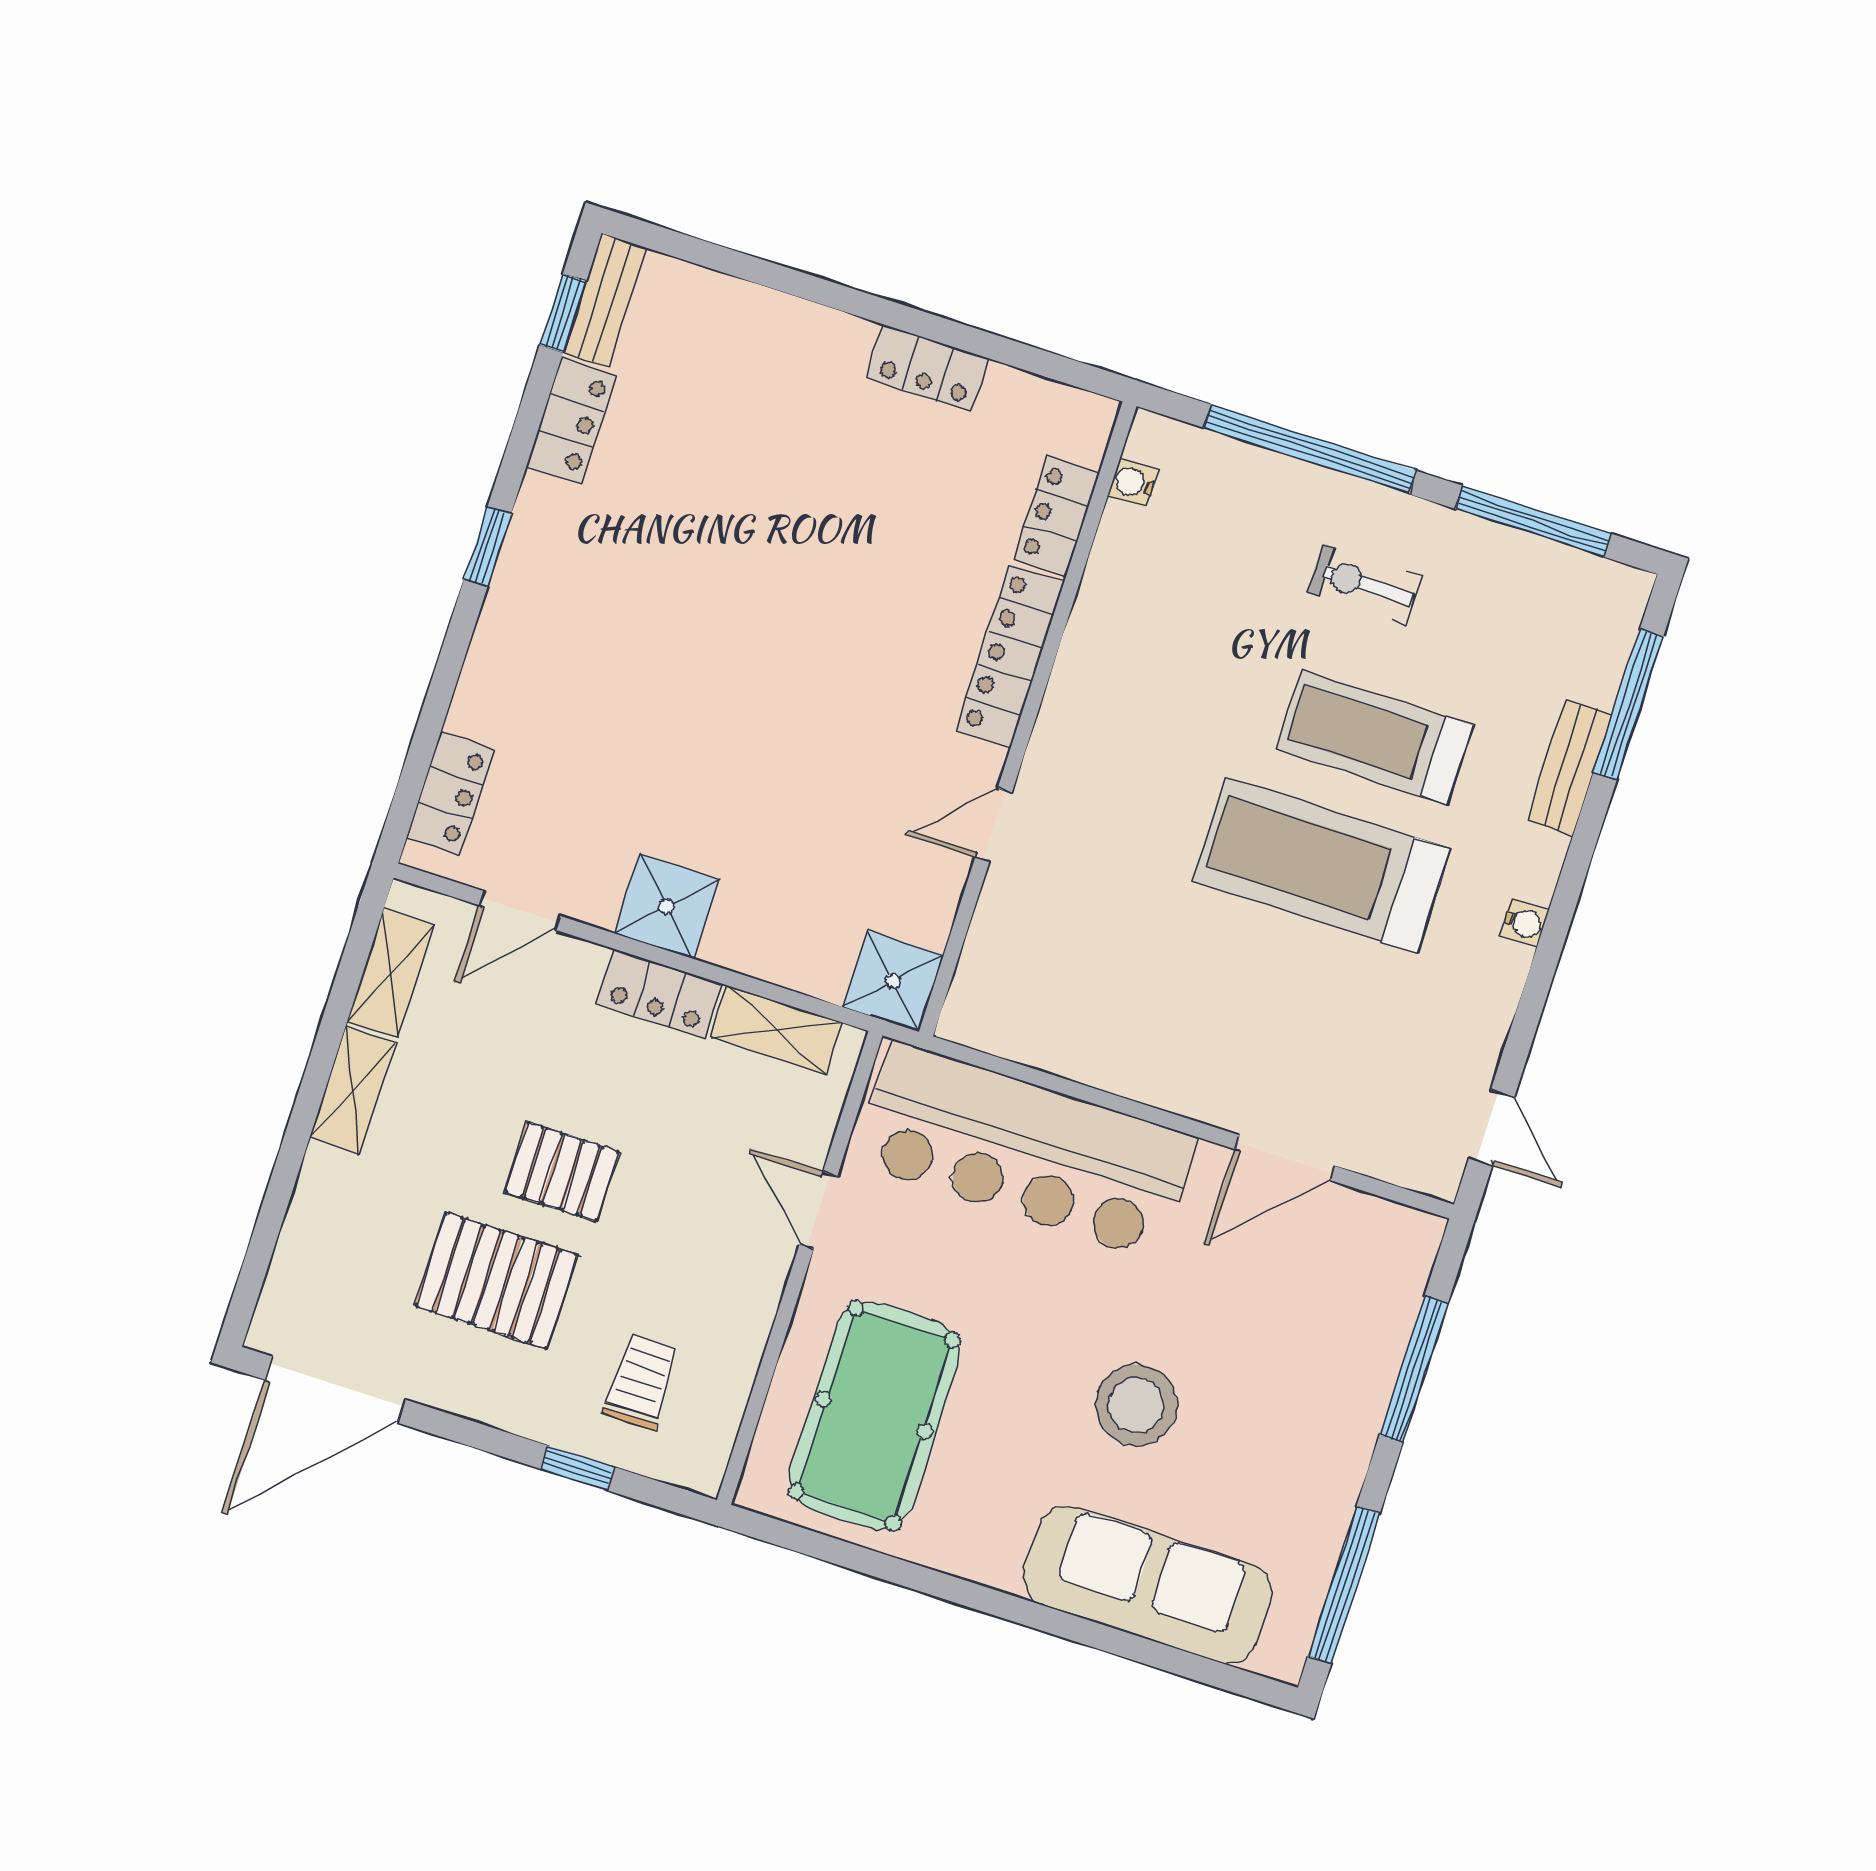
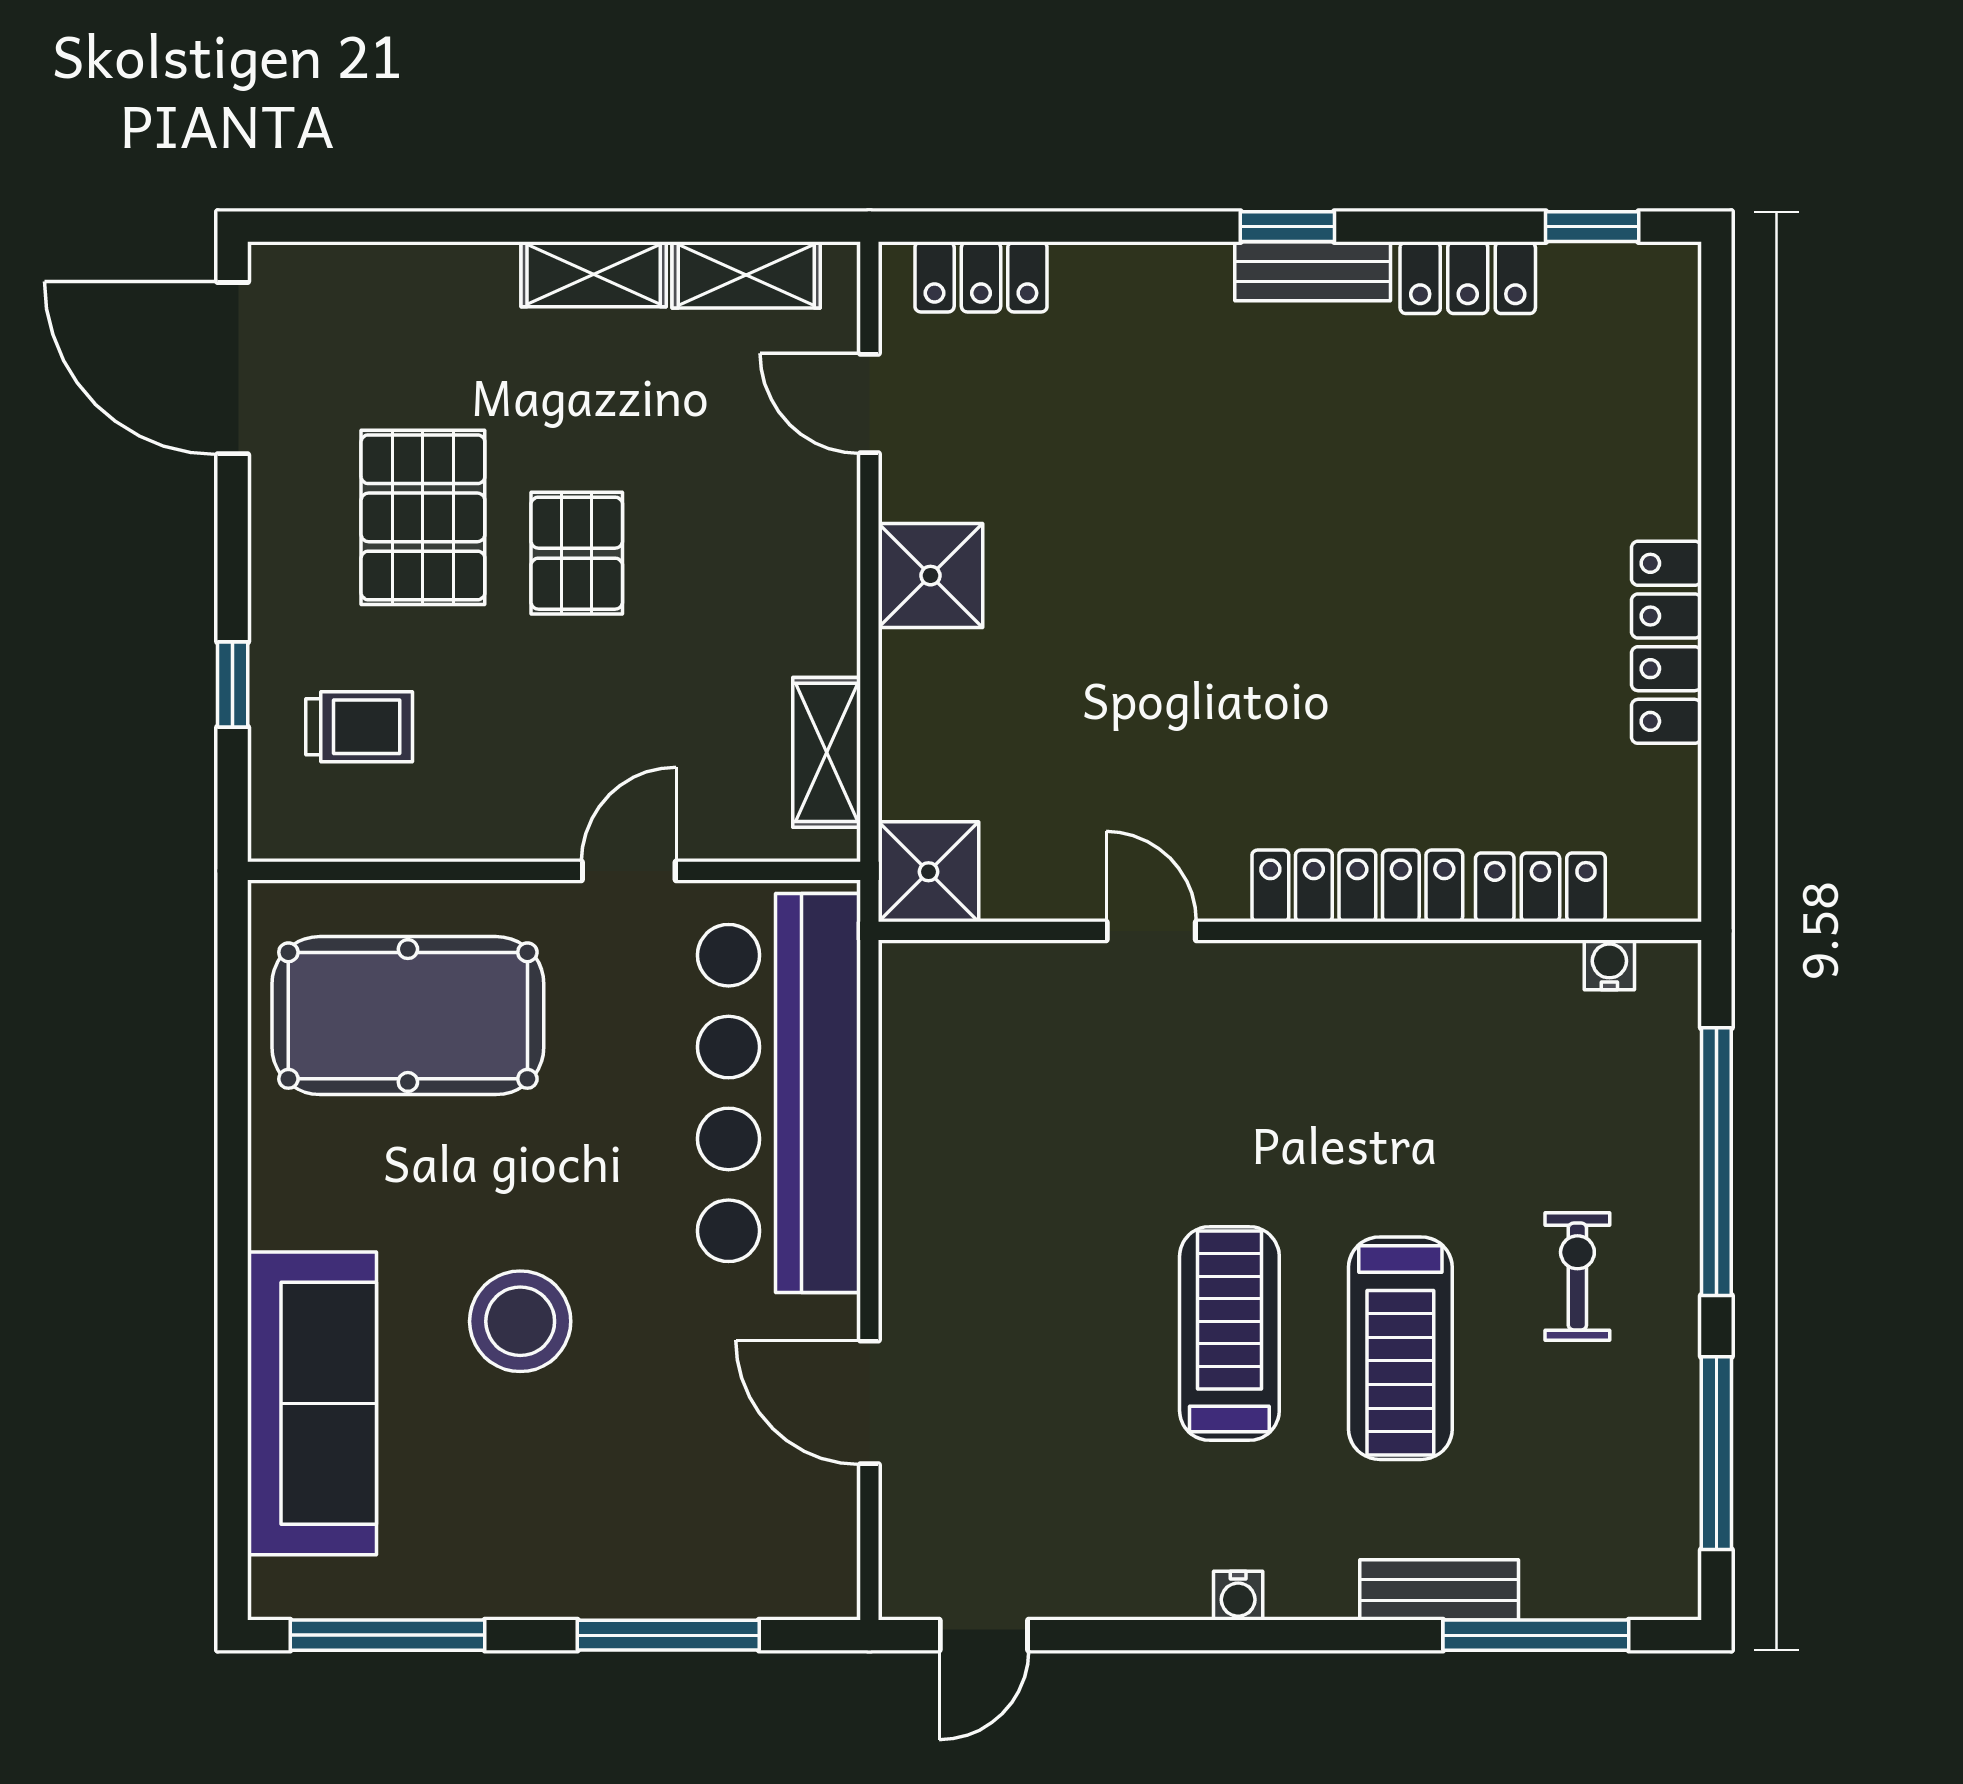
bench: (605, 301) -> (1313, 271), moved
locker: (928, 368) -> (1666, 642), width x1.53
treadmill: (1375, 737) -> (1400, 1348), turned 180
treadmill: (1321, 865) -> (1229, 1333), width x0.73, depth x0.73
locker: (660, 994) -> (825, 601), removed

